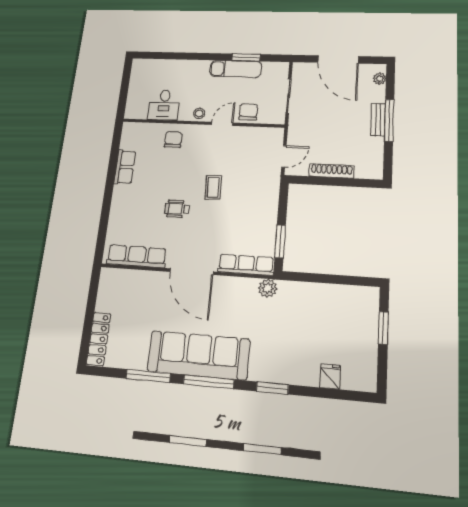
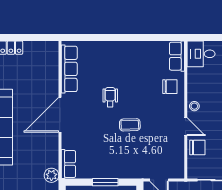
desk: (164, 105) -> (201, 54), moved
row of seats: (125, 167) -> (177, 56), moved, turned 90
window: (280, 241) -> (105, 182), moved
row of seats: (246, 265) -> (68, 164), width x0.68

